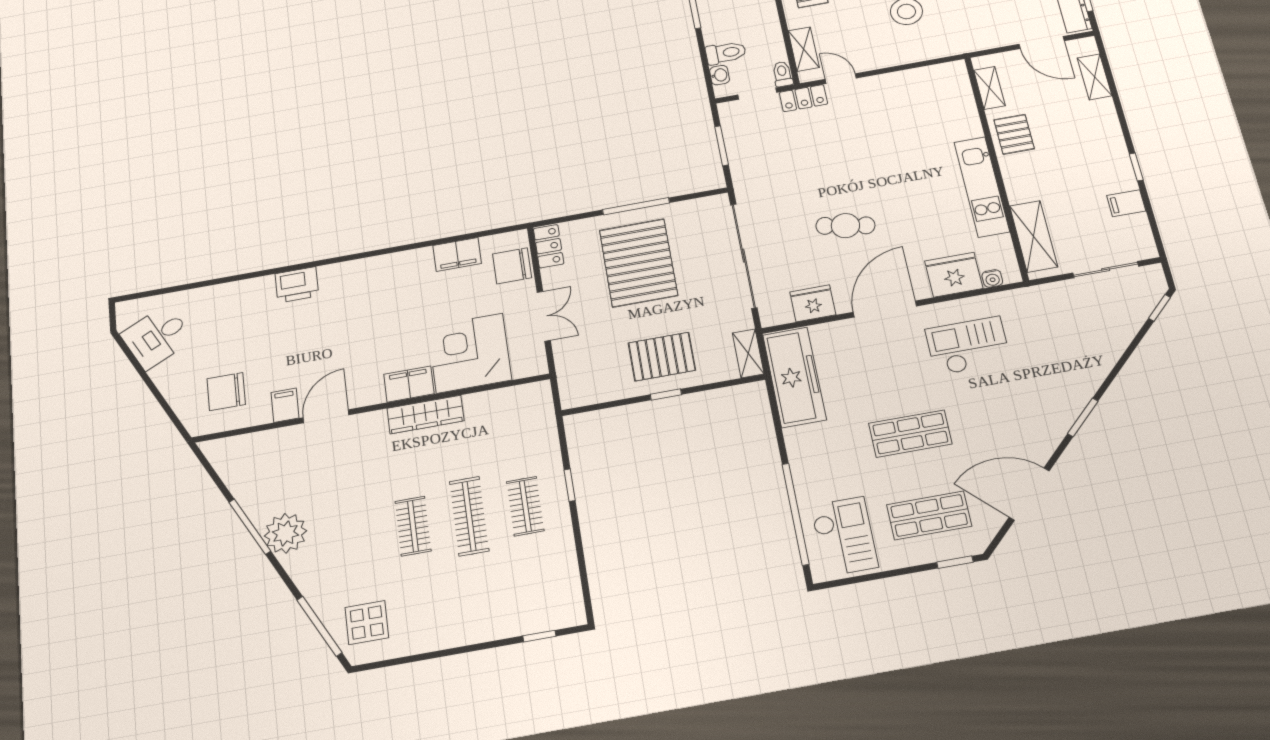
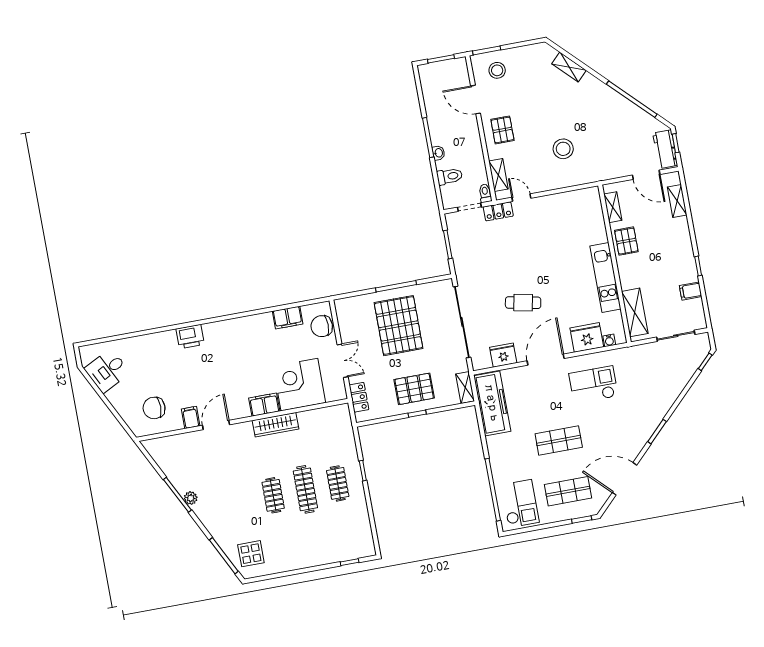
washbasin: (720, 75) -> (439, 153), moved
locker: (549, 246) -> (359, 397), moved
plant: (285, 533) -> (191, 498), width x0.53, depth x0.53

